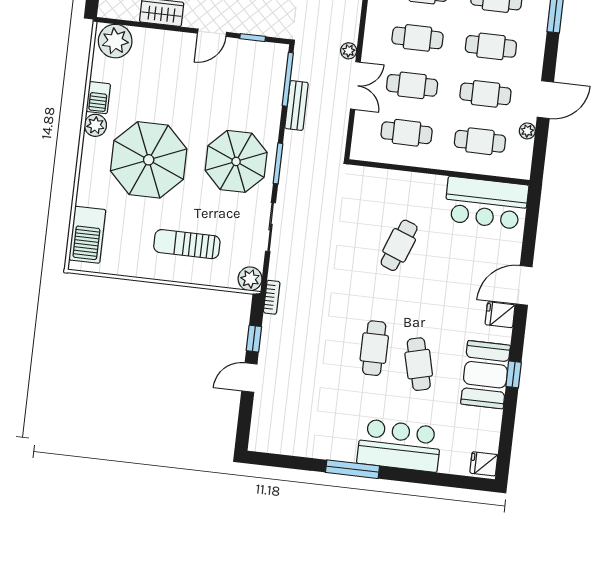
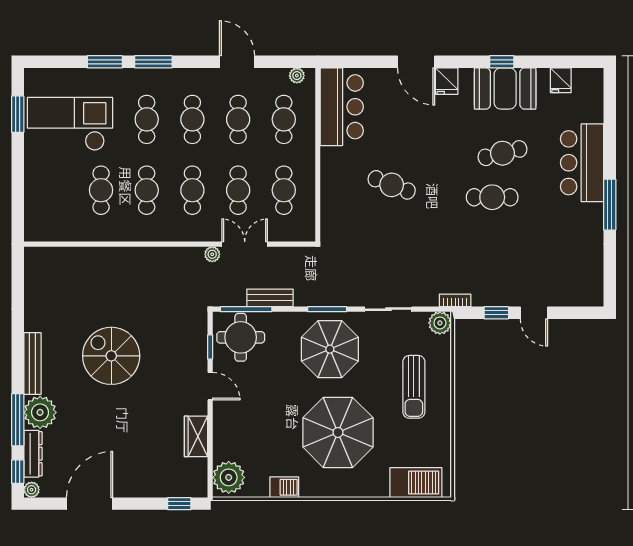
round table: (259, 70) -> (241, 337), added
plant: (95, 125) -> (311, 487), removed
plant: (527, 131) -> (297, 76), moved
fridge: (484, 464) -> (561, 80), moved

